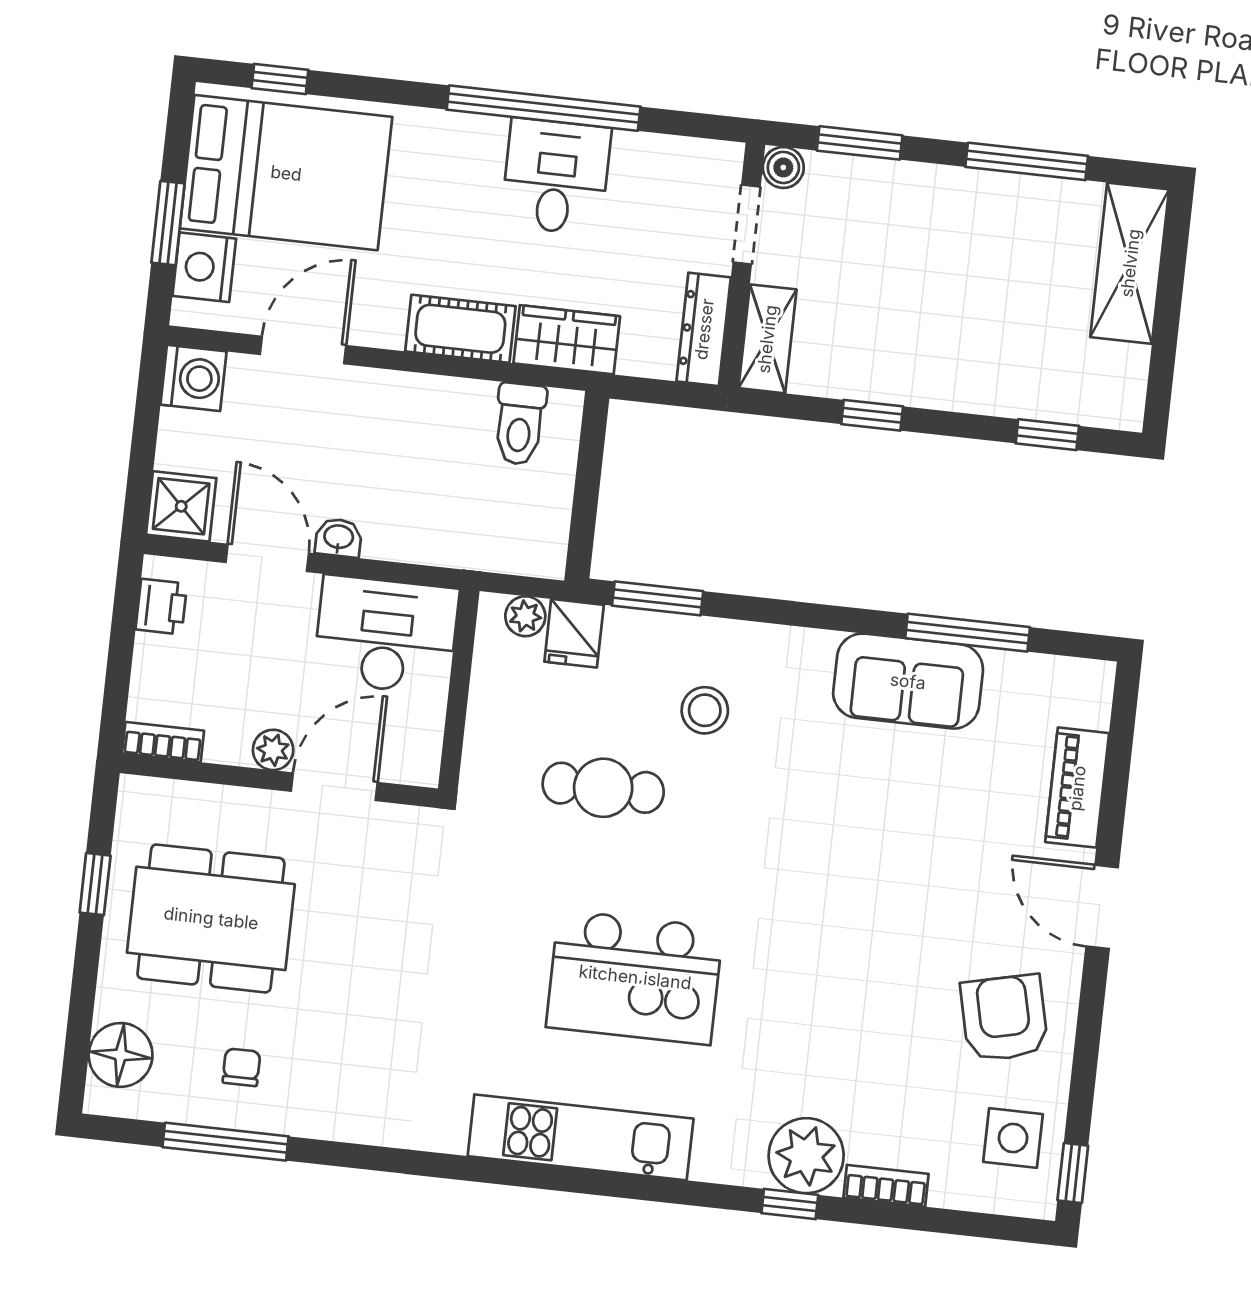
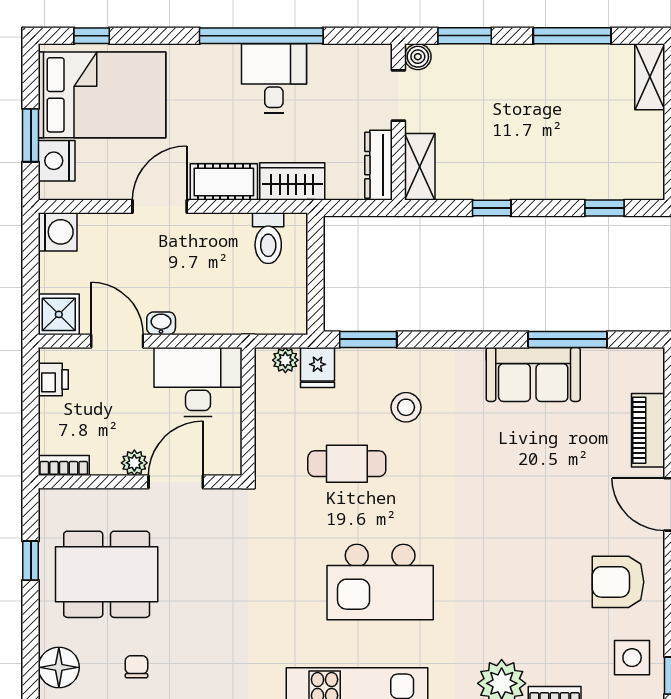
shelving: (1130, 263) -> (650, 77), width x0.67, depth x0.75
door: (303, 350) -> (160, 206), moved
armchair: (1004, 1018) -> (618, 582), turned -77

